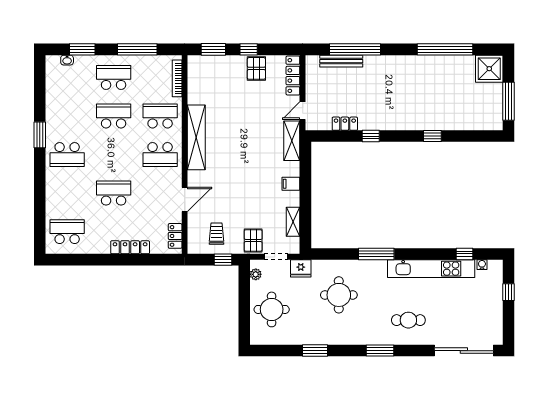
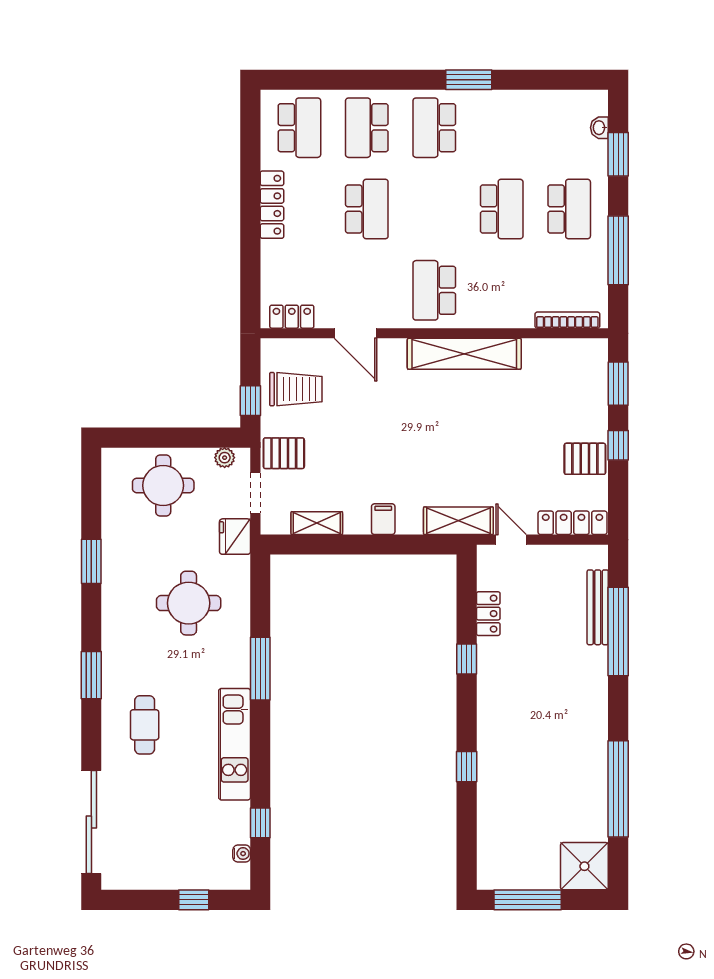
school desk: (160, 116) -> (367, 128), moved, turned 180
trolley: (217, 234) -> (296, 389), width x1.36, depth x1.39
locker: (130, 247) -> (272, 205), moved
kitchen unit: (431, 269) -> (235, 744), width x0.73

